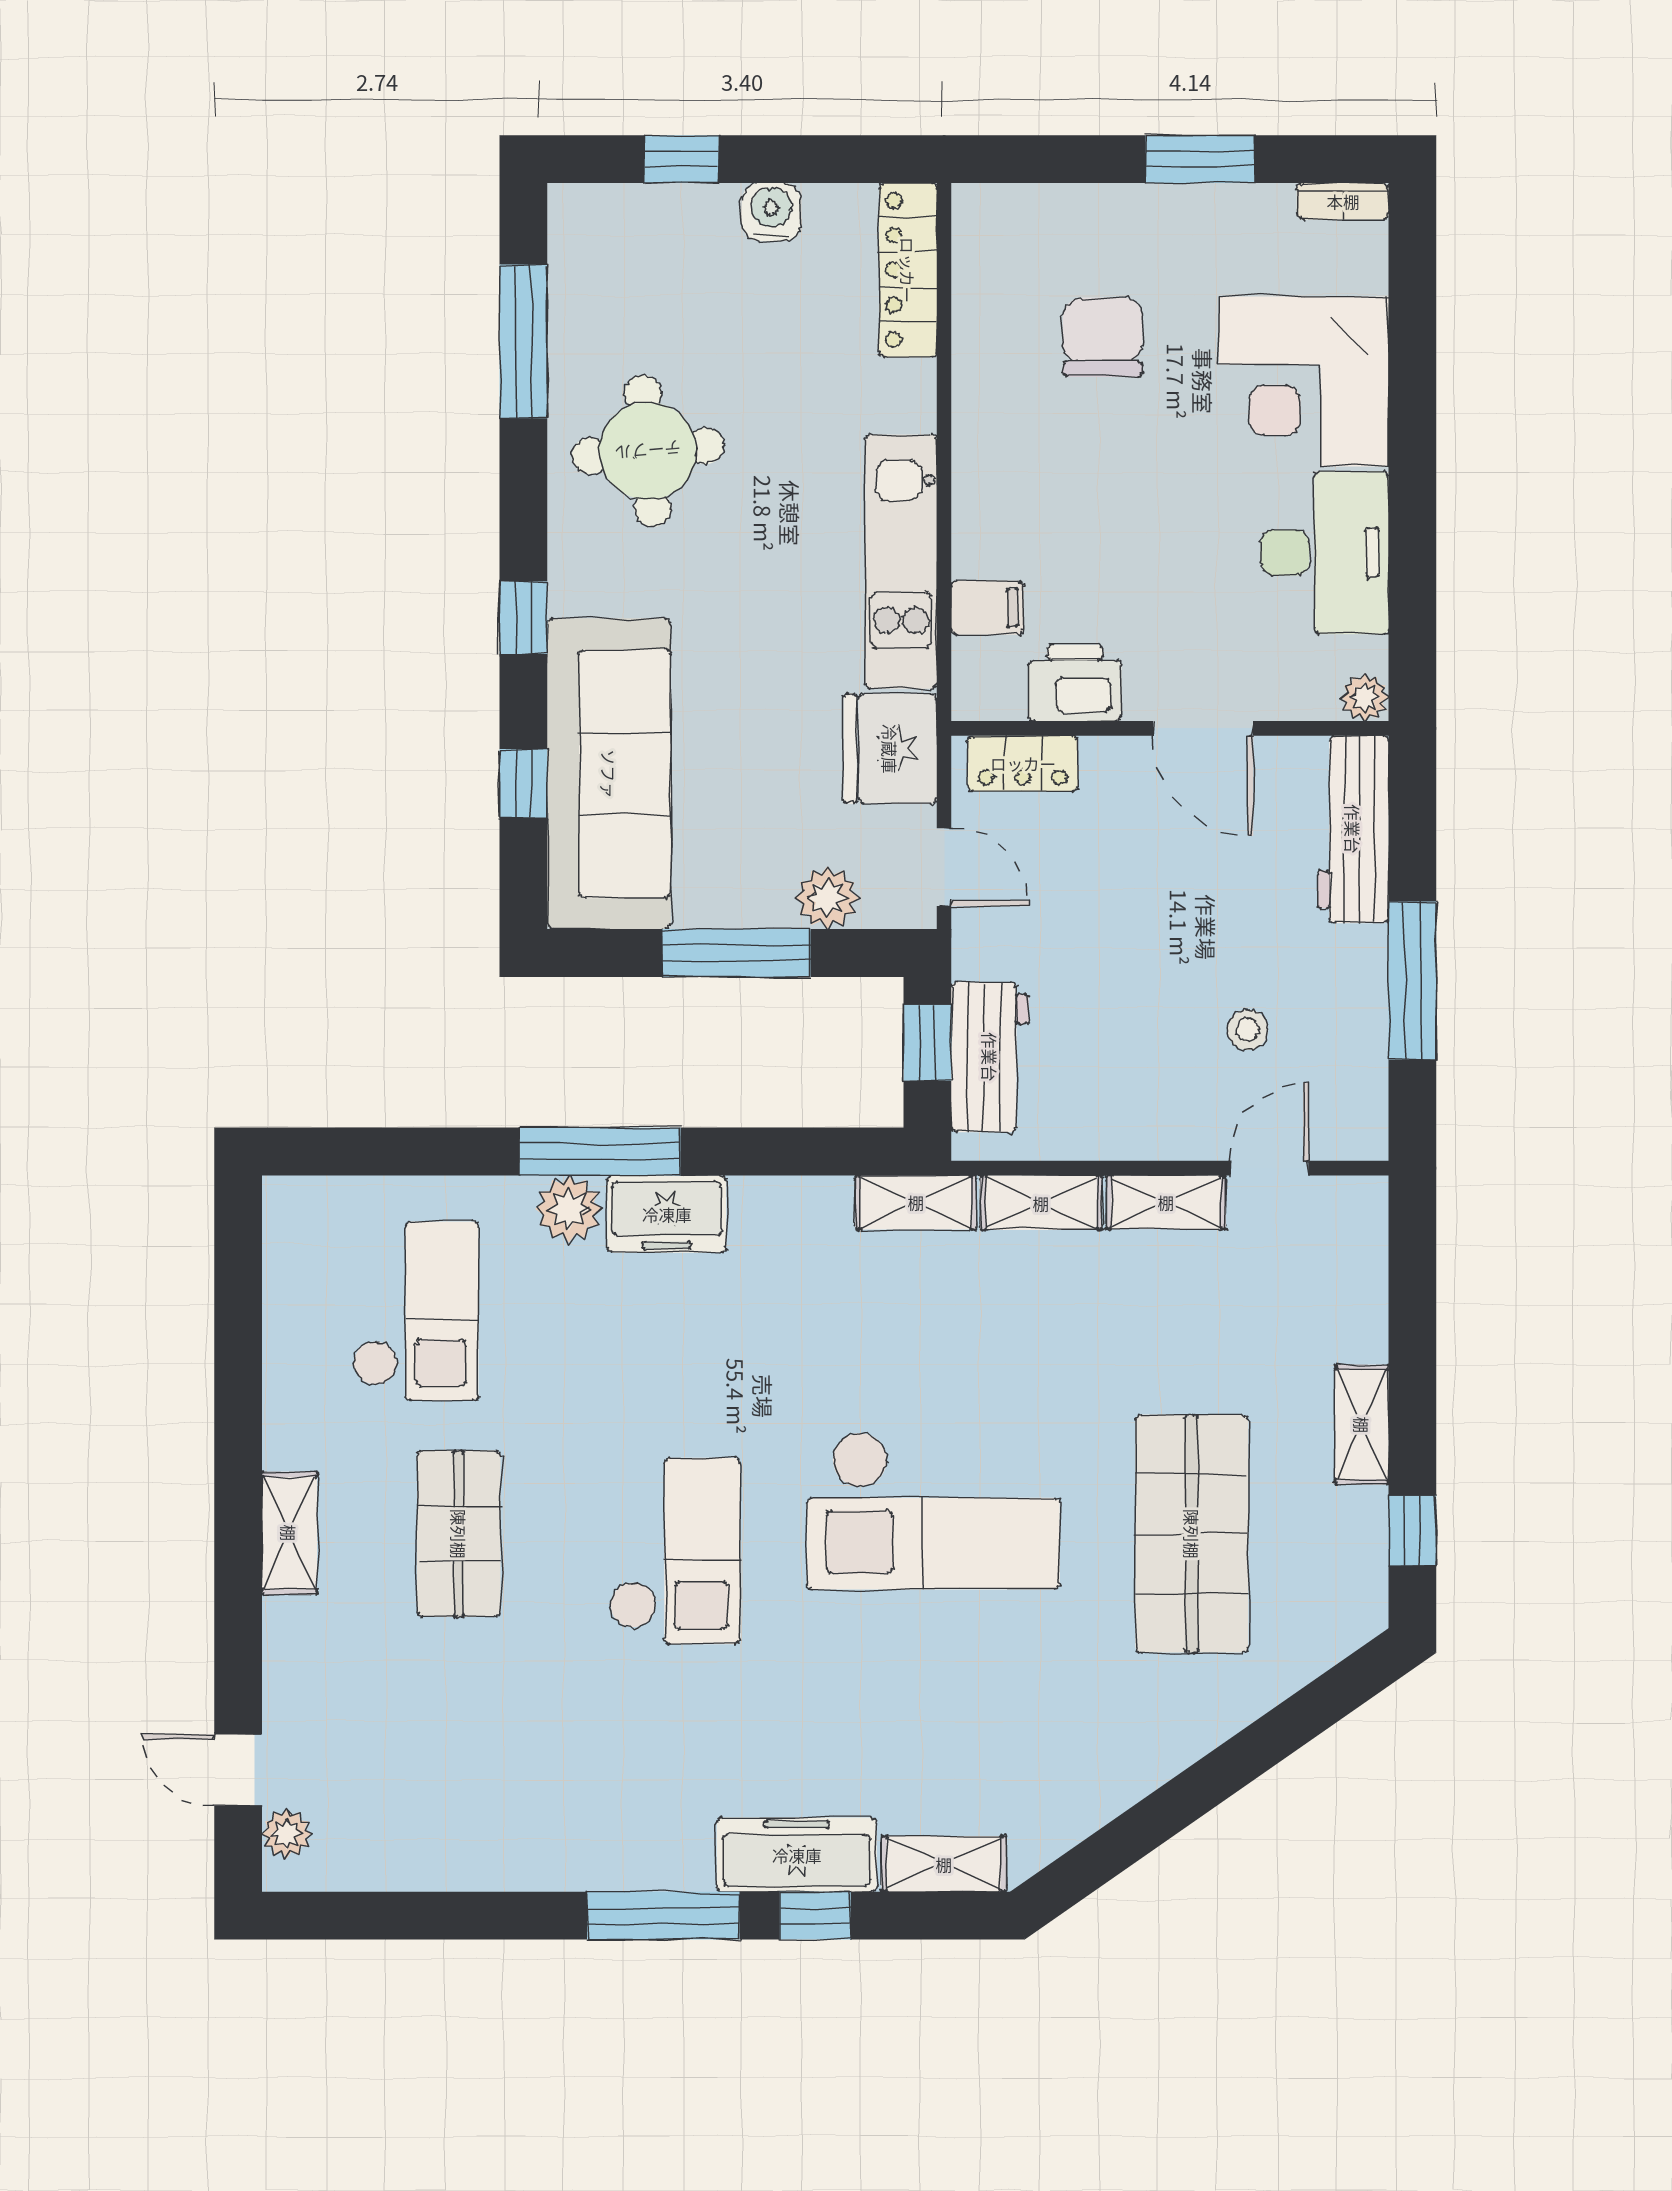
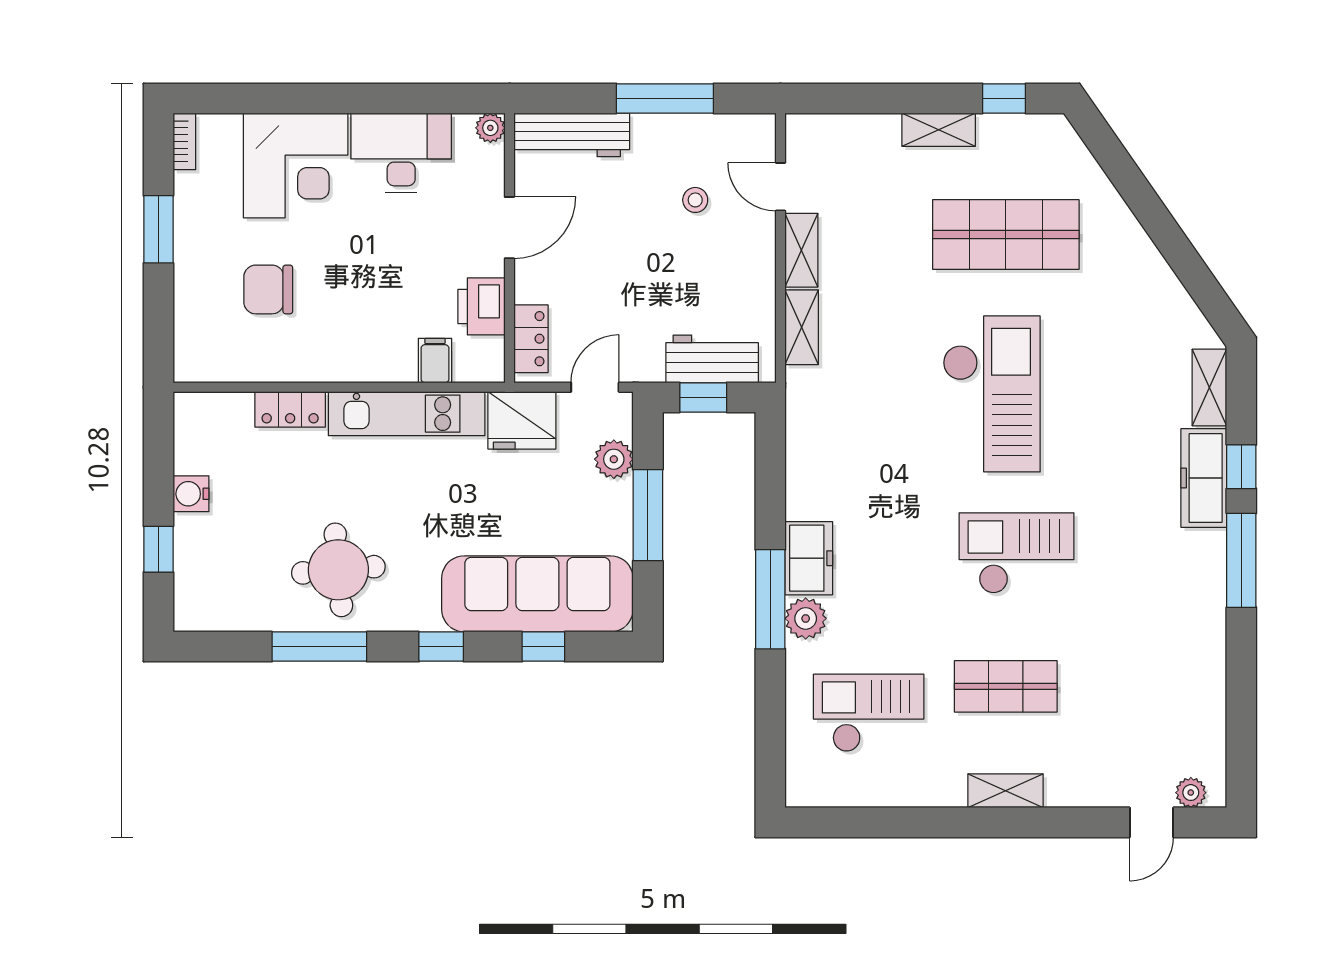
locker: (908, 270) -> (290, 409), moved, width x0.66
window: (523, 341) -> (319, 647), moved
shelving: (916, 1202) -> (802, 405), removed

